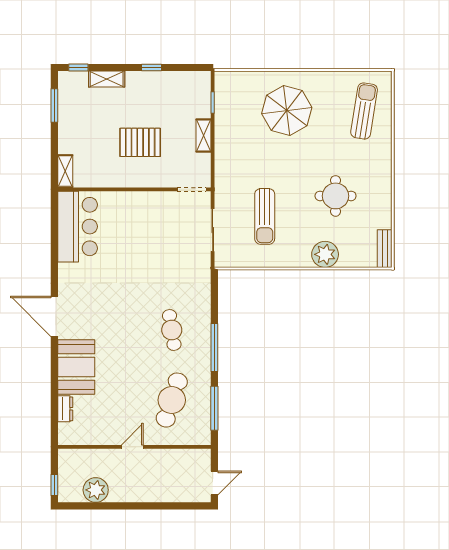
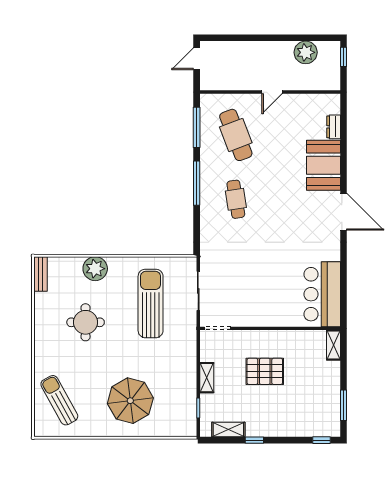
shelving: (107, 79) -> (228, 429), moved
sun lounger: (364, 111) -> (59, 400), turned 142
sun lounger: (265, 216) -> (151, 303), width x1.36, depth x1.34
cafe table: (172, 400) -> (236, 135), turned -39

